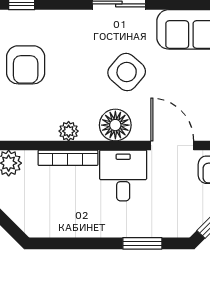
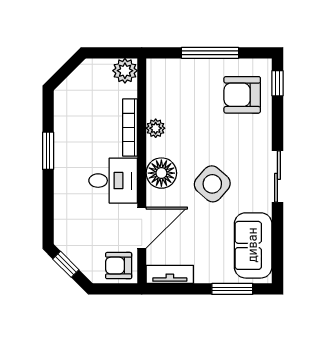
armchair: (26, 65) -> (242, 95), moved
window: (142, 243) -> (48, 151), moved

